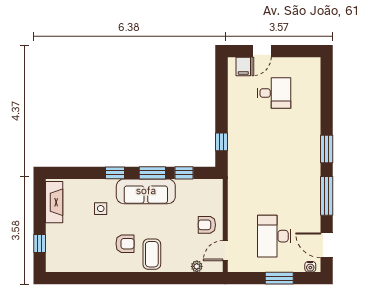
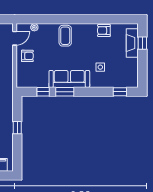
window: (221, 142) -> (17, 128), moved
window: (115, 173) -> (120, 92), moved
fireplace: (54, 202) -> (132, 43), moved
armchair: (125, 244) -> (104, 31), moved

